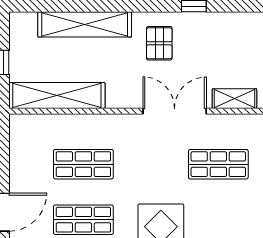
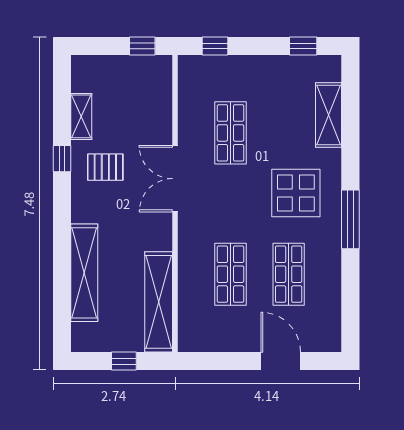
pallet: (159, 43) -> (105, 167), moved
shelving: (234, 99) -> (81, 116), moved

